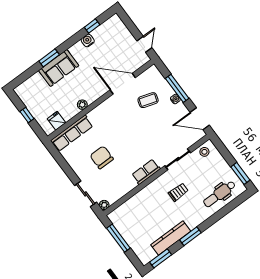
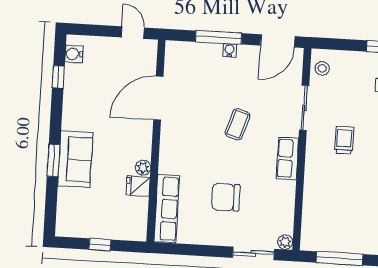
water cooler: (88, 41) -> (74, 54), moved
coffee table: (148, 100) -> (238, 124), moved
fridge: (57, 121) -> (138, 186), moved

